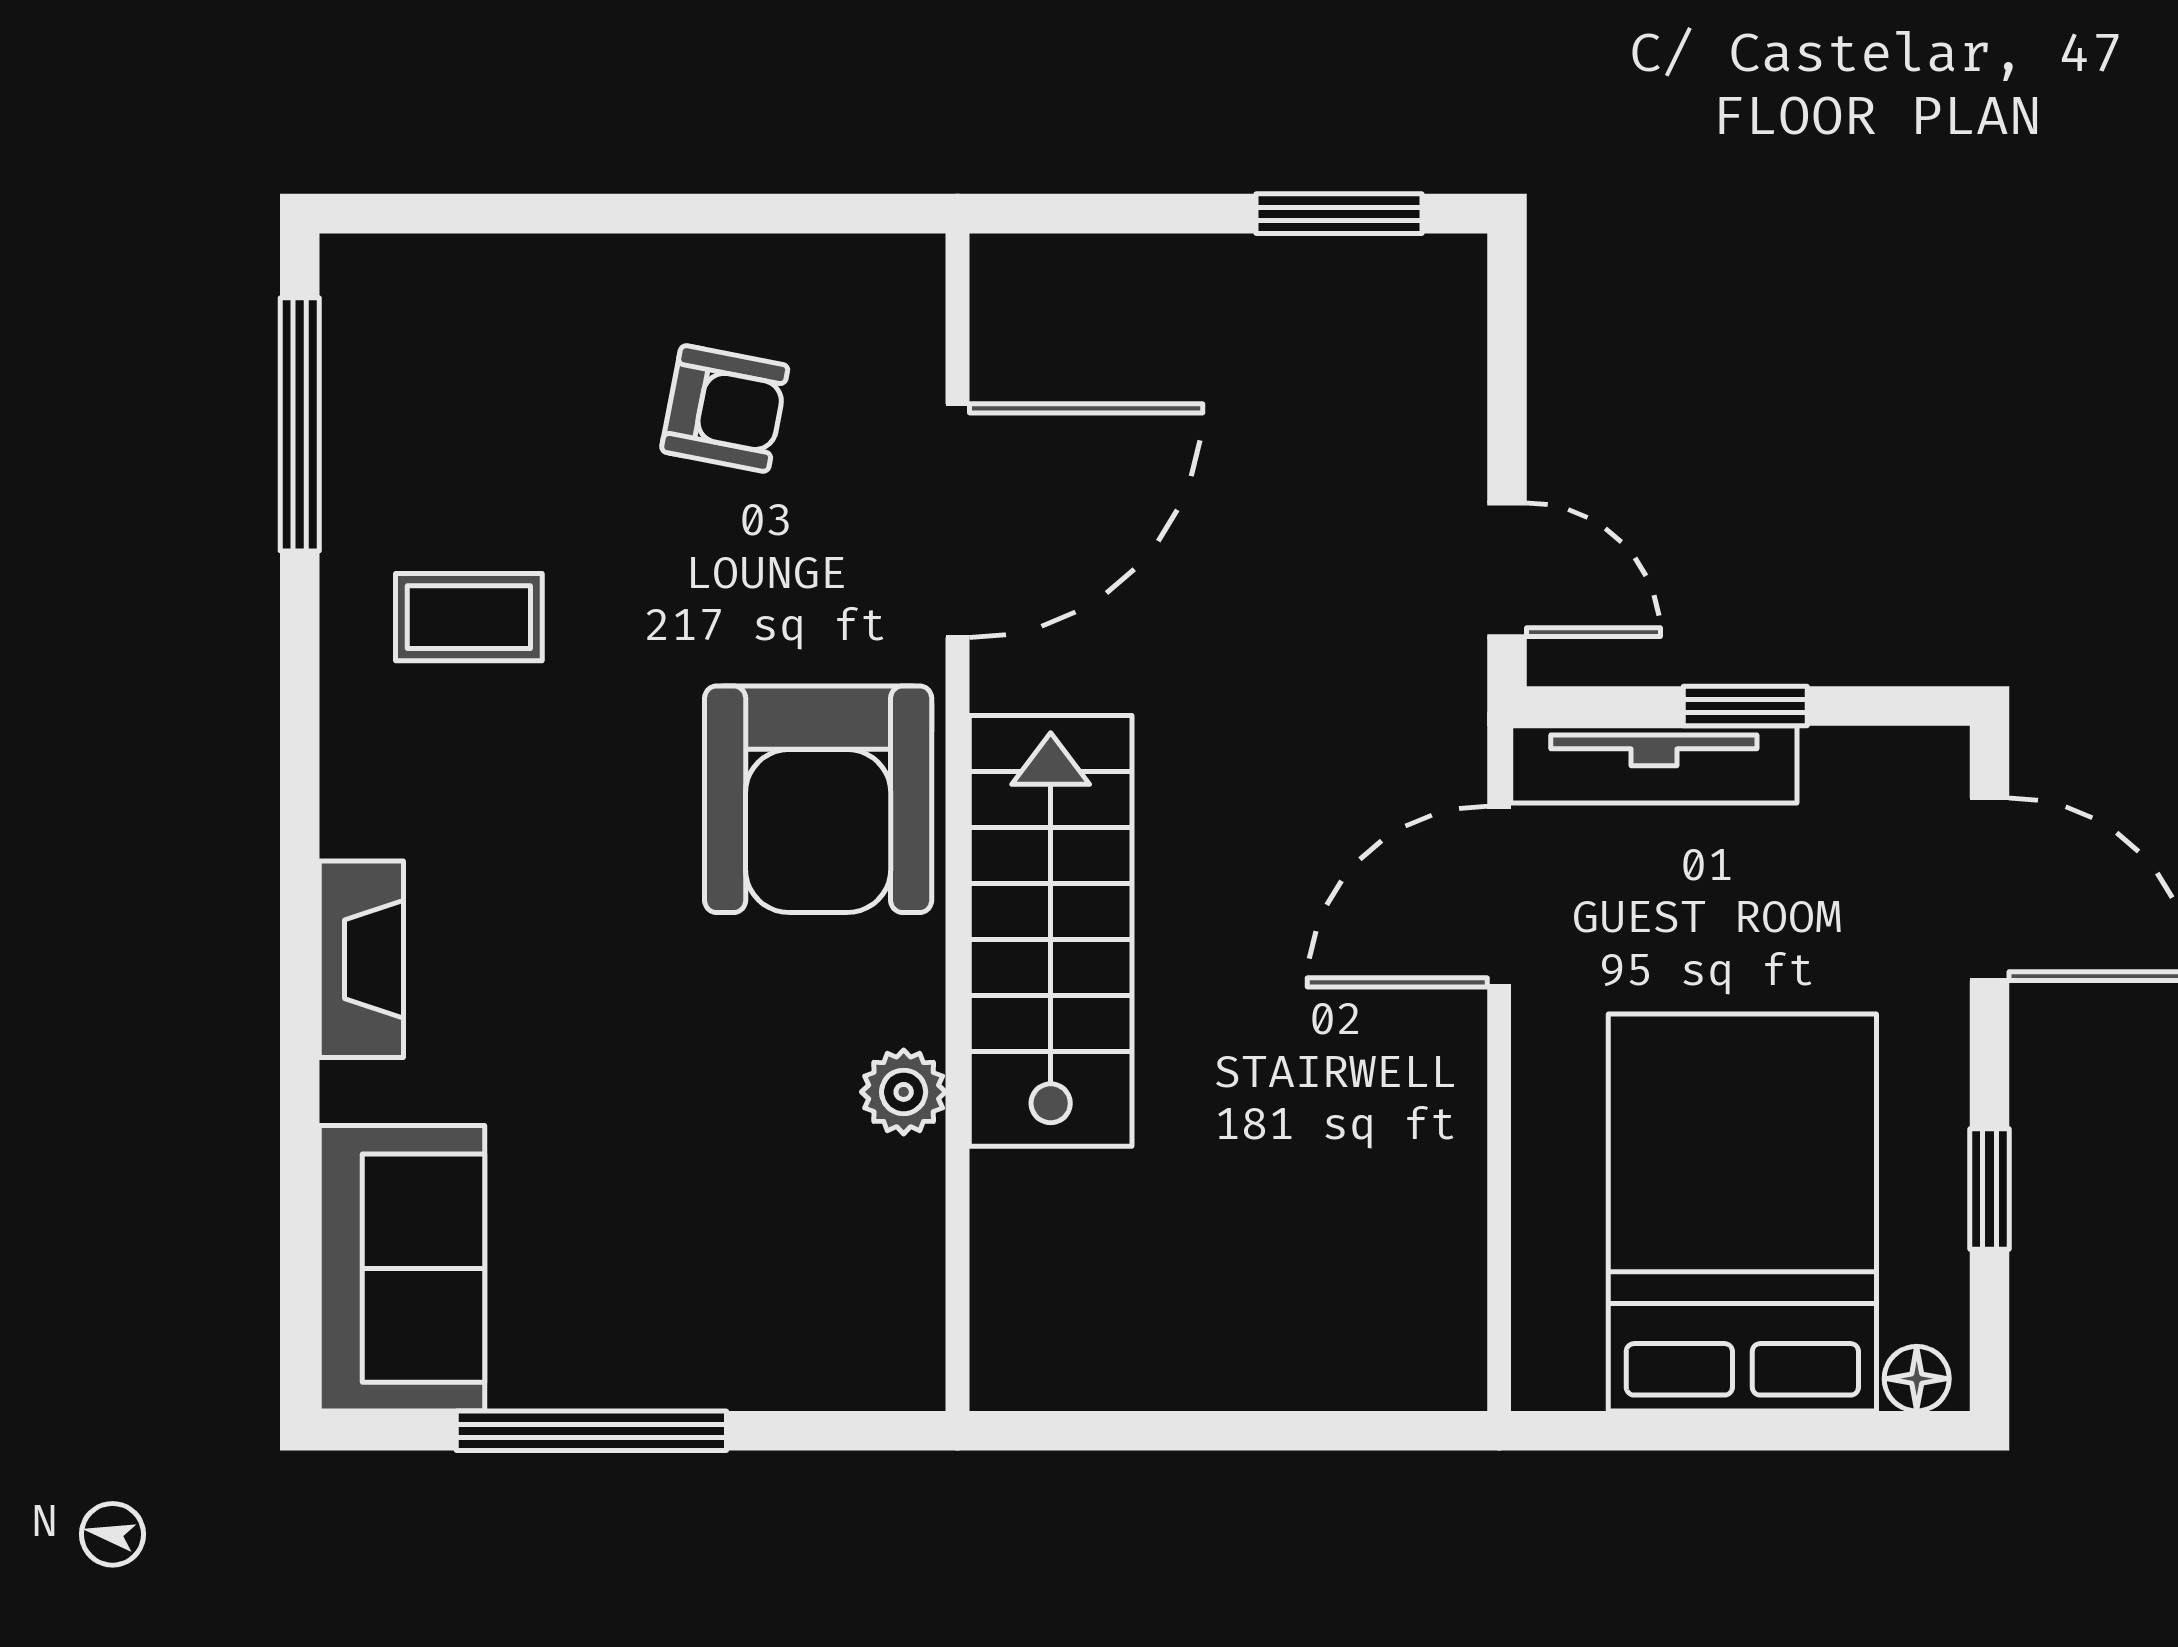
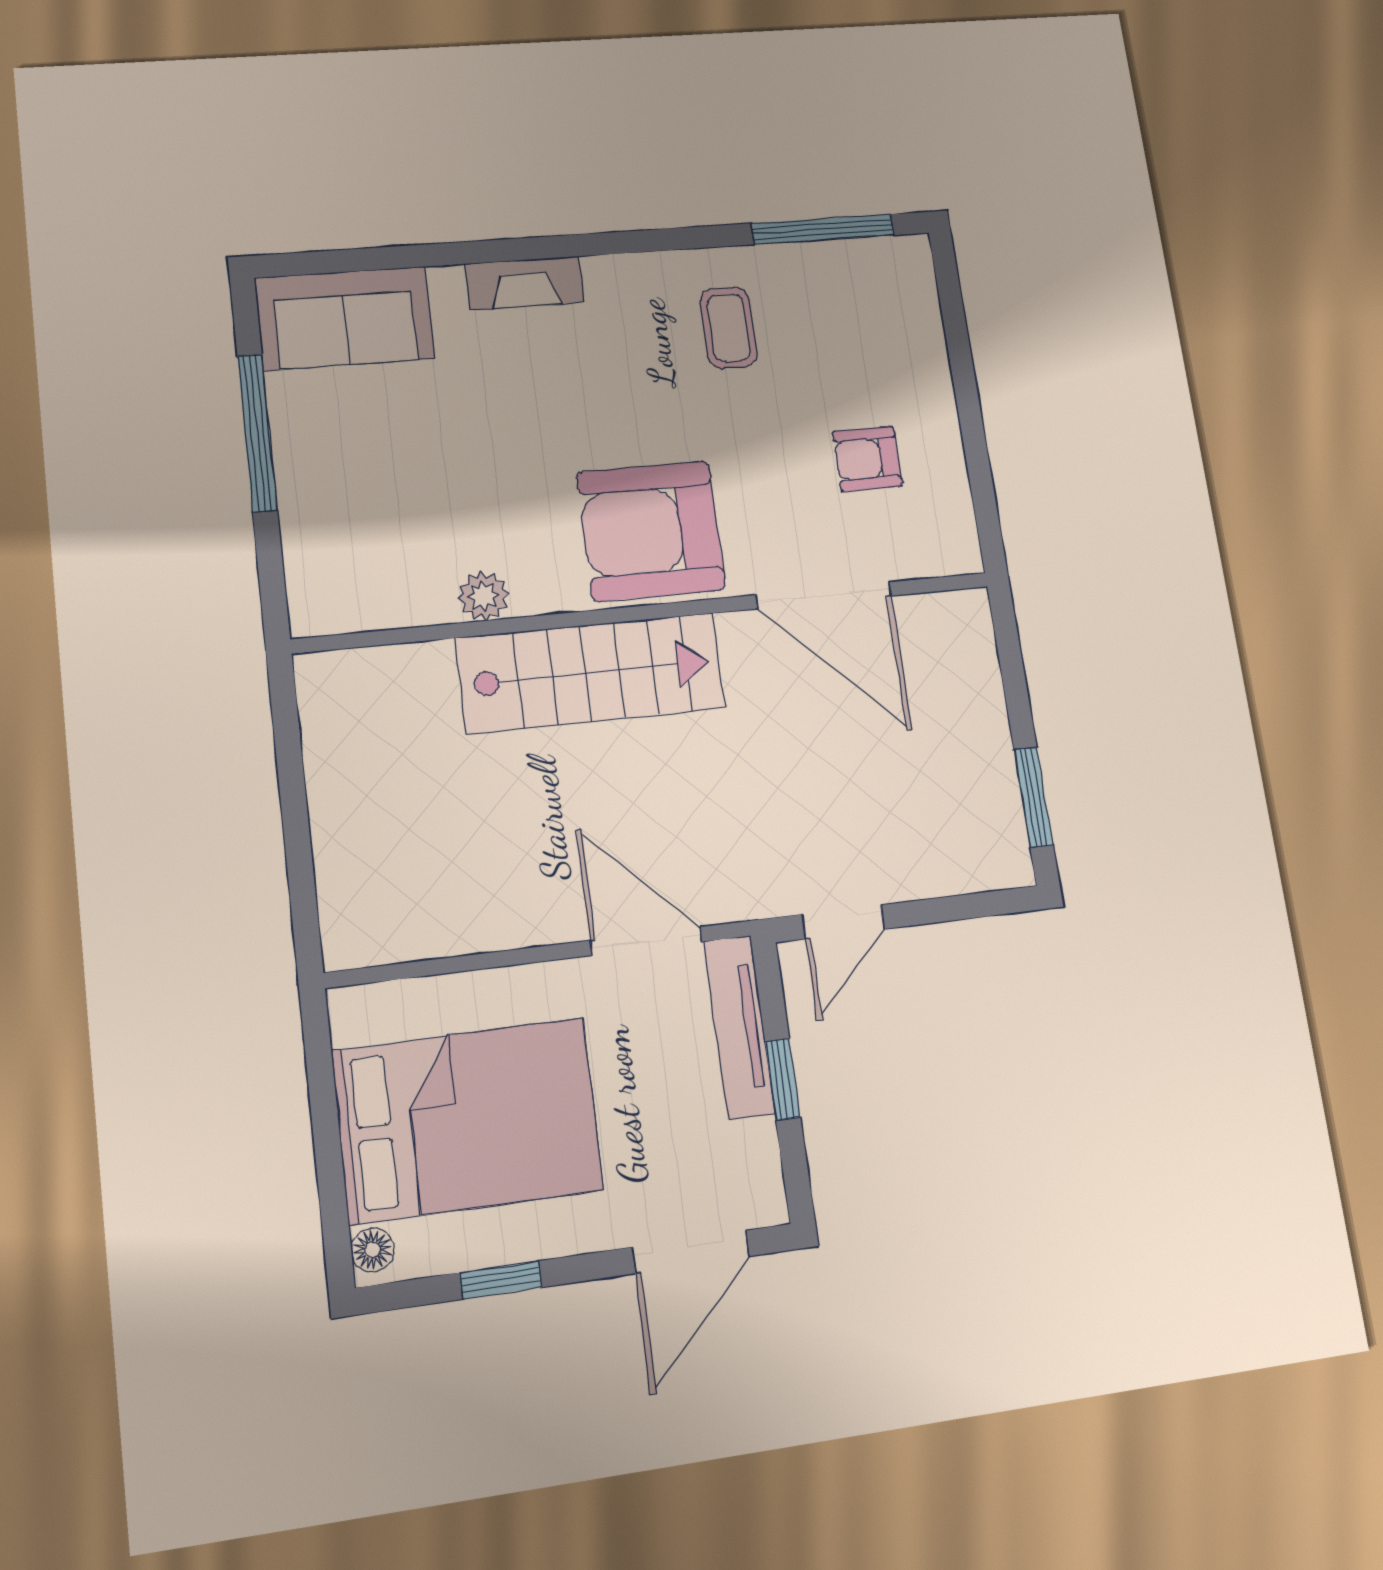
armchair: (725, 409) -> (867, 459), turned 79

